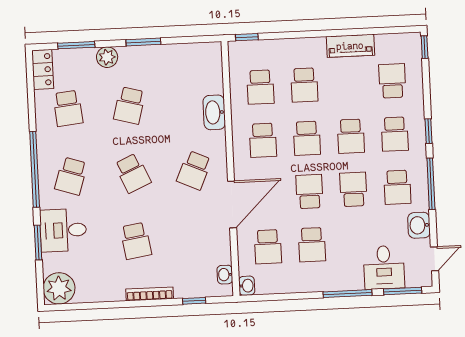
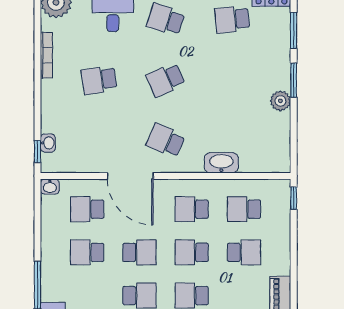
window: (143, 42) -> (294, 80), moved
plant: (107, 57) -> (280, 101), moved
school desk: (304, 85) -> (244, 252), turned 180
school desk: (129, 105) -> (232, 80), removed
washbasin: (225, 275) -> (48, 143), moved, turned 90
bookcase: (150, 294) -> (46, 55), moved
window: (194, 301) -> (38, 151), moved

